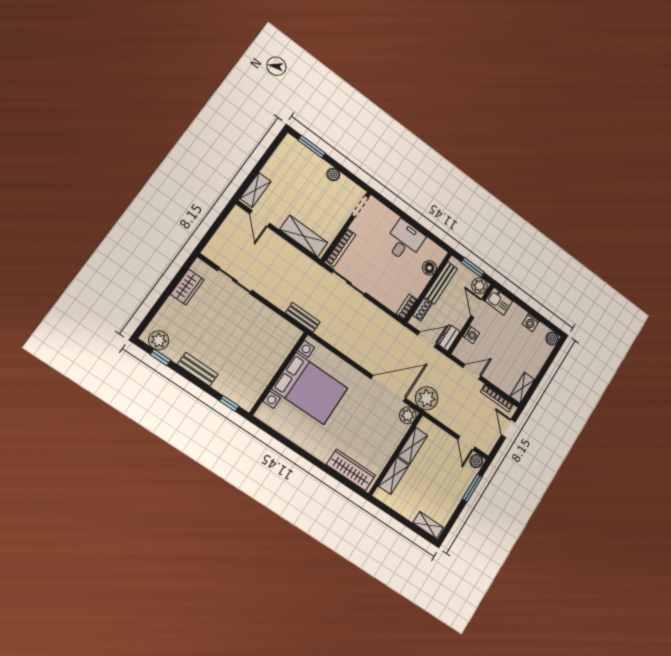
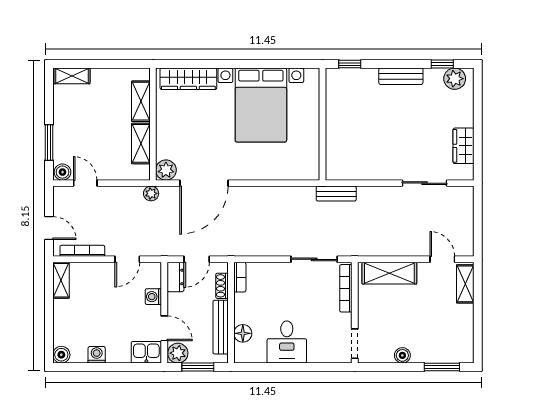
bed with nightstands: (310, 389) -> (261, 105), moved, turned -90
plant: (427, 398) -> (151, 193), width x0.53, depth x0.53

